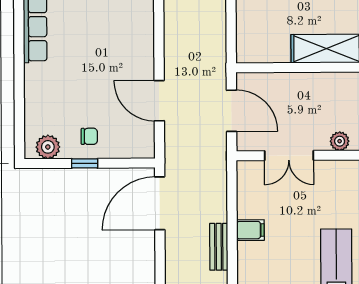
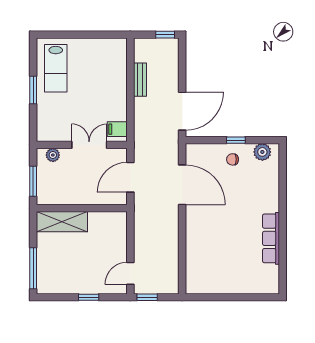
door: (159, 101) -> (182, 185), width x1.36
door: (232, 111) -> (130, 177), hinge flipped
filing cabinet: (250, 230) -> (117, 129), moved

